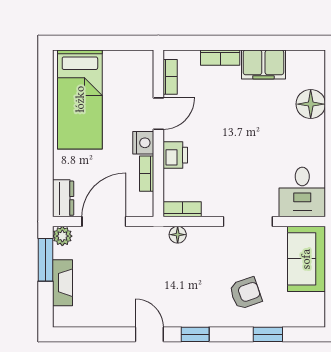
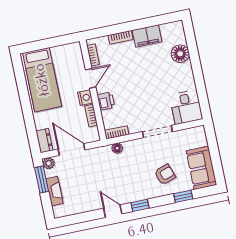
door: (104, 221) -> (72, 149), hinge flipped
sofa: (306, 259) -> (201, 168), moved

